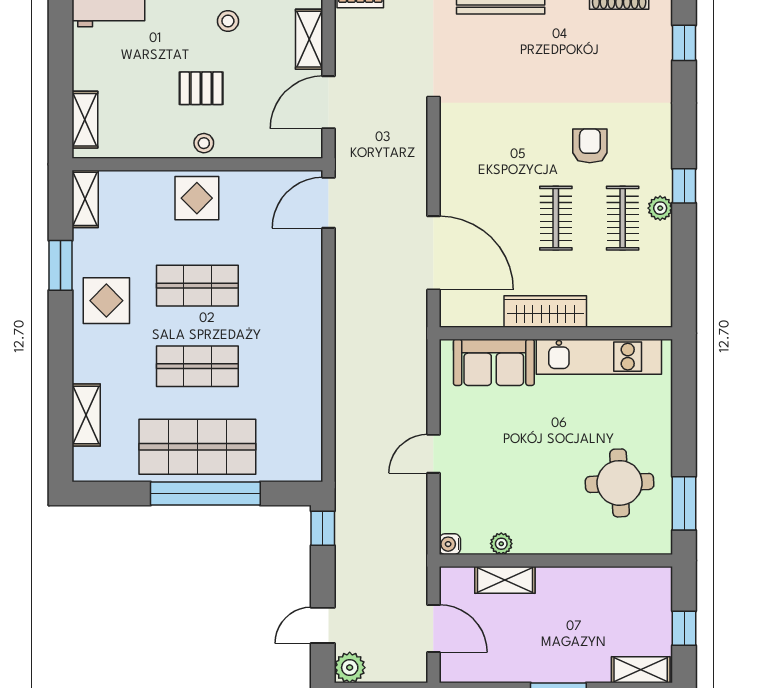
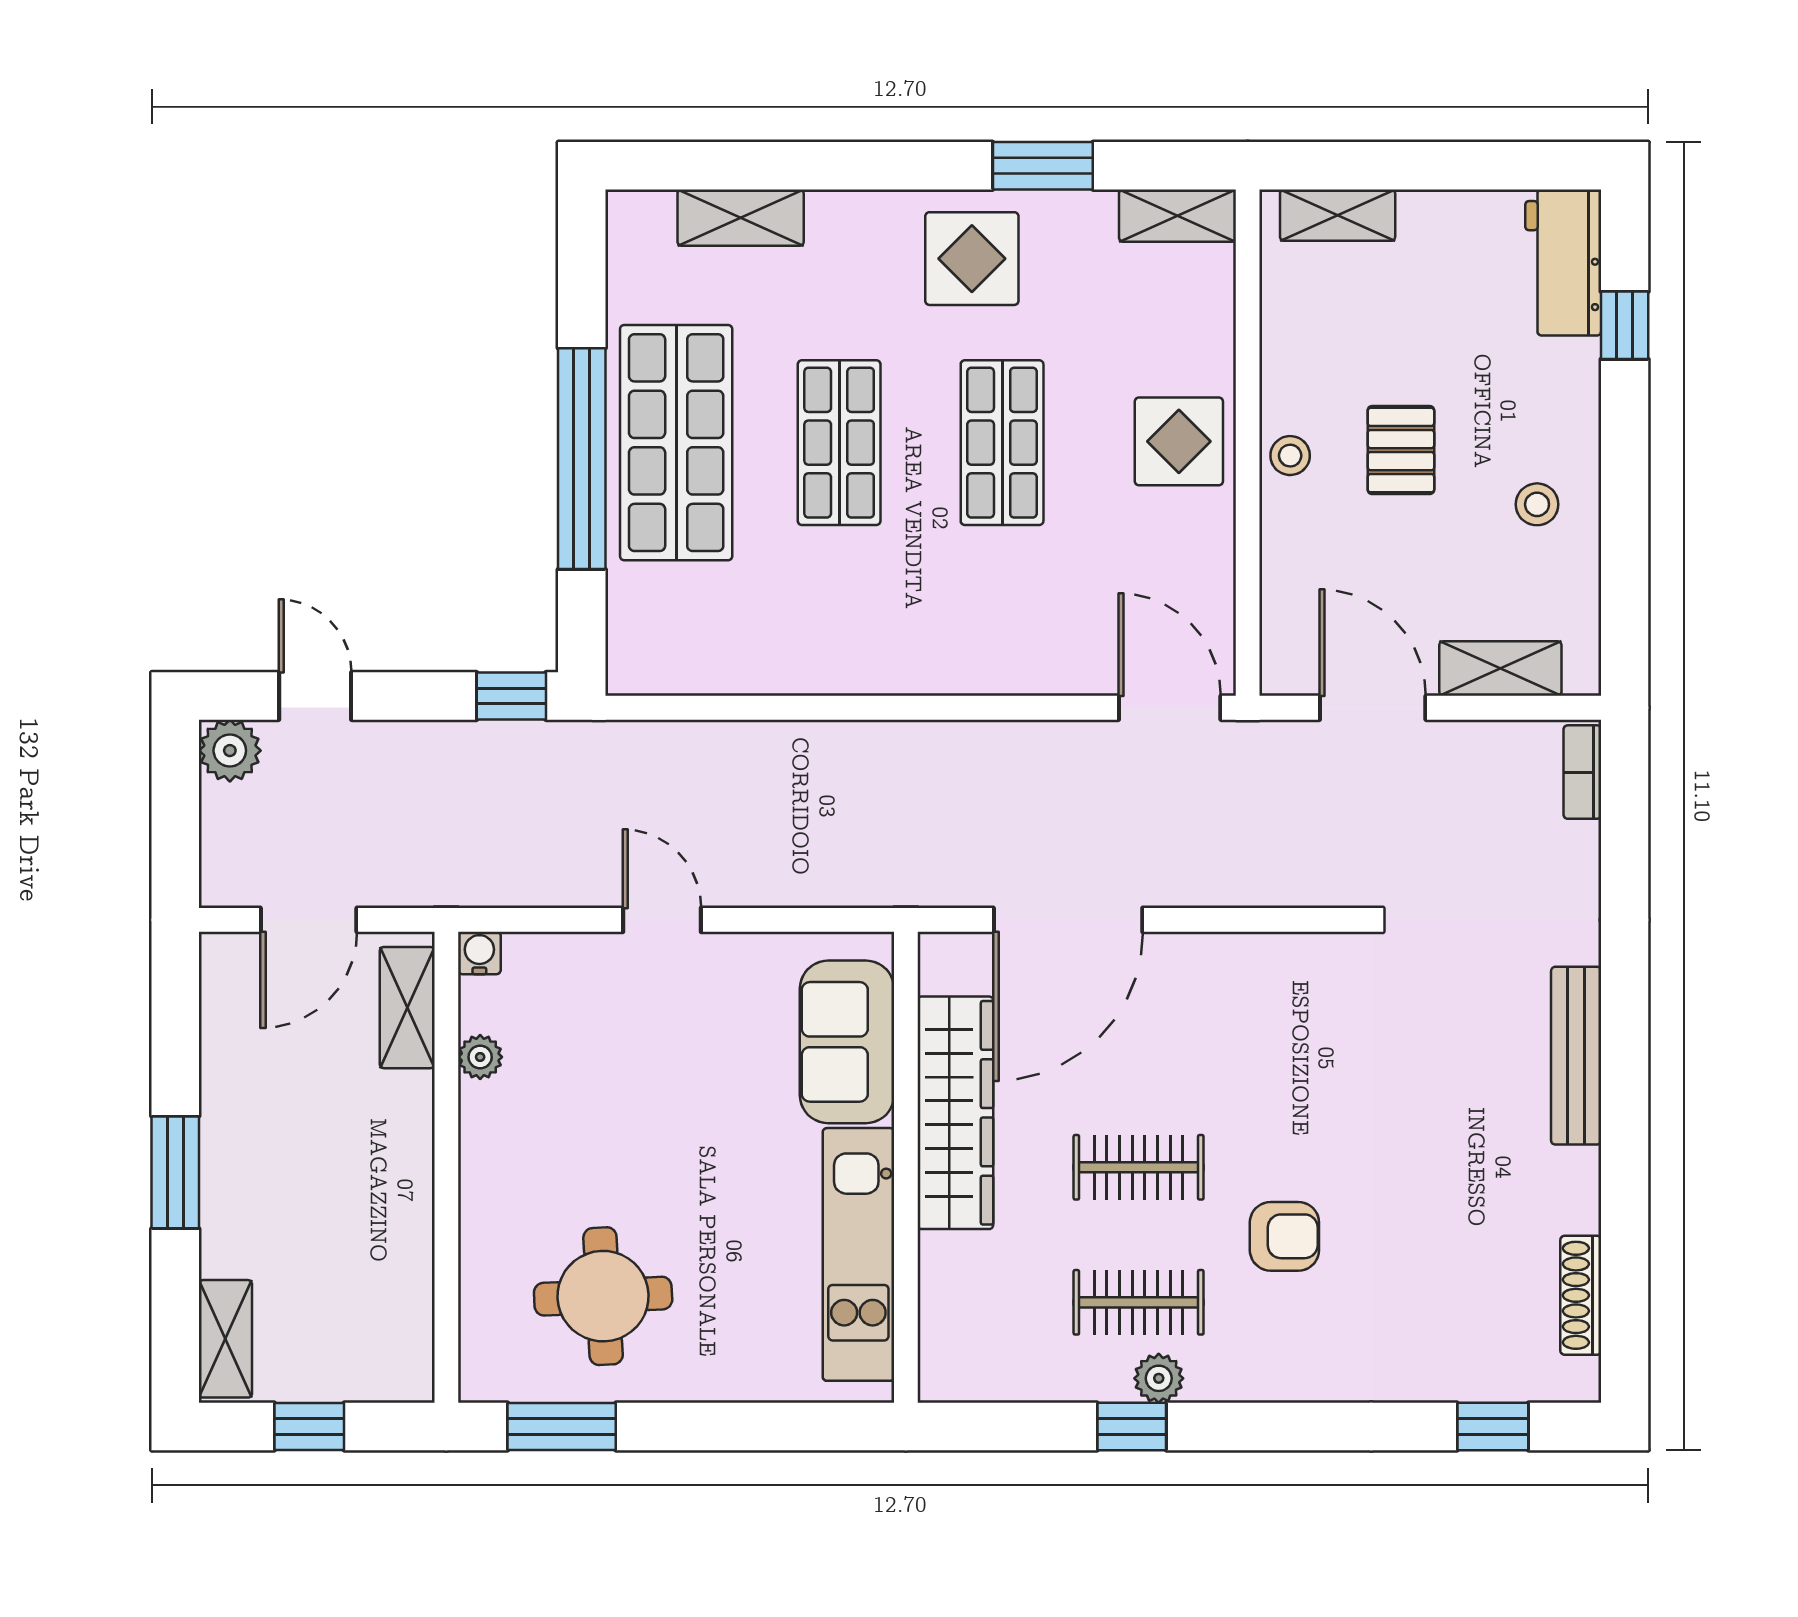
window: (684, 186) -> (1132, 1427), moved
wardrobe: (545, 311) -> (955, 1113), width x1.40, depth x1.17
shelving: (505, 580) -> (407, 1008), moved

